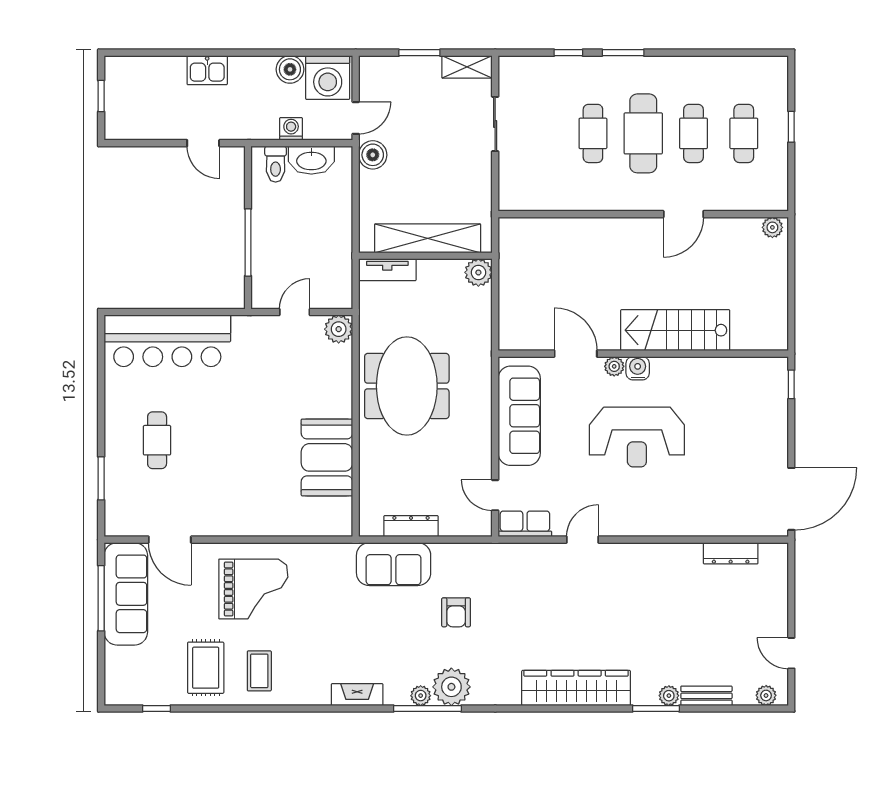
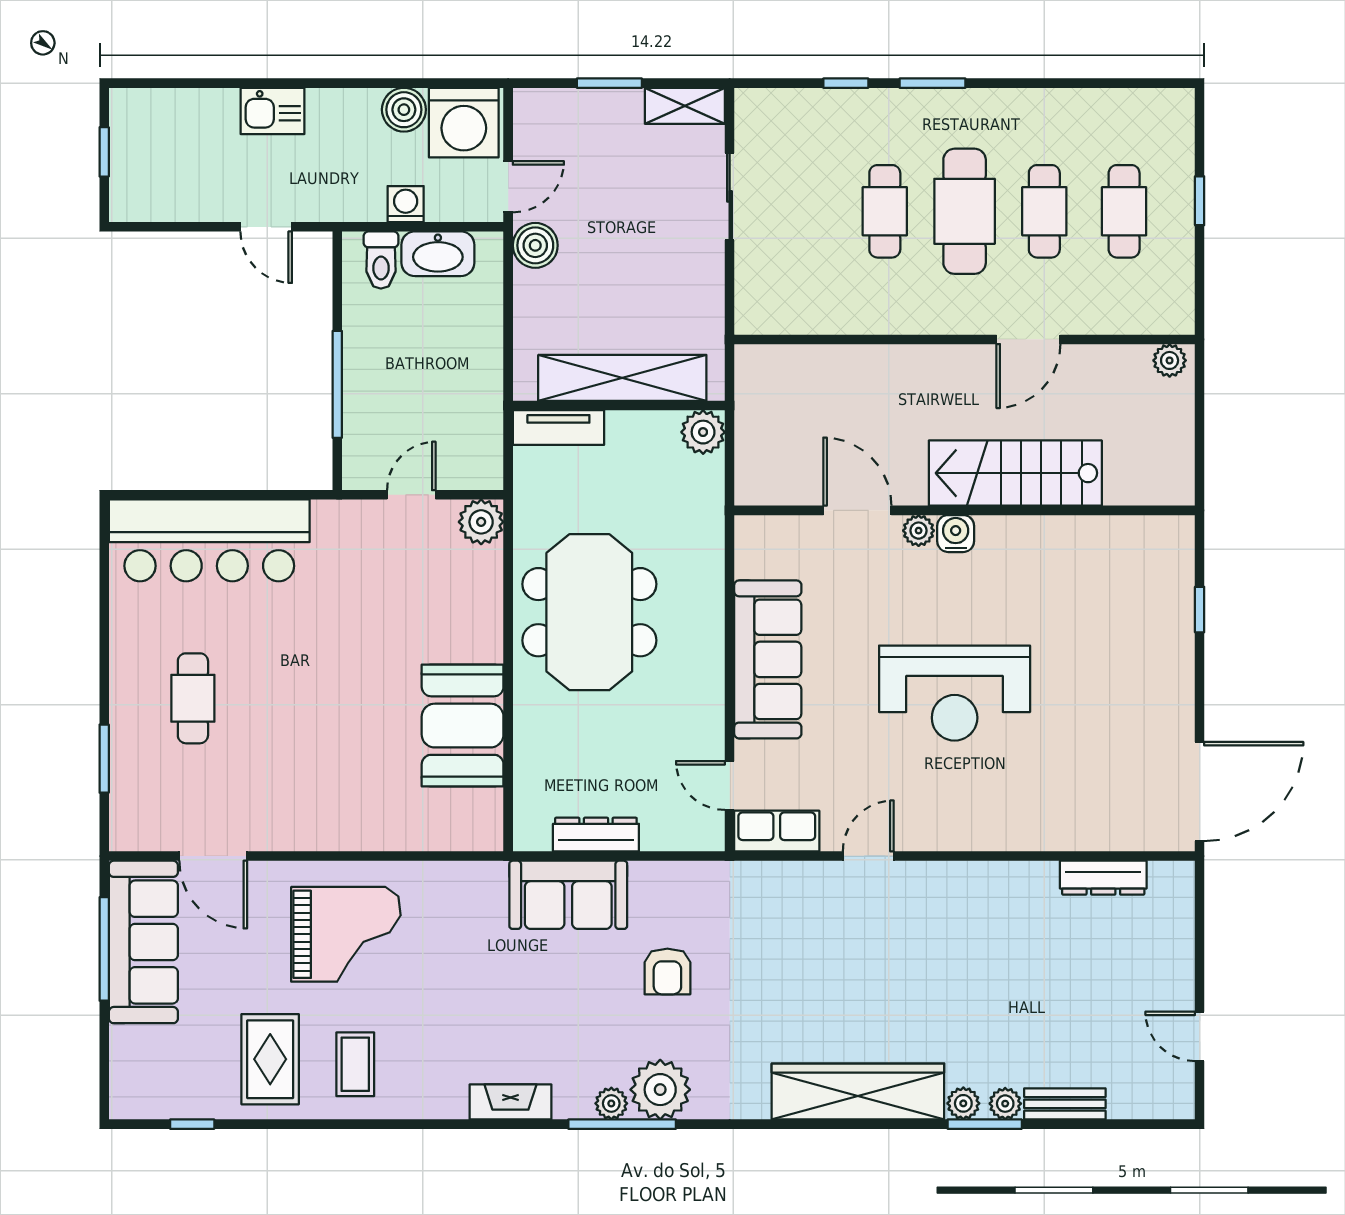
stairs: (675, 330) -> (1015, 473), moved
door: (576, 354) -> (857, 510), moved
wall: (643, 354) -> (965, 510), moved
plant: (614, 366) -> (919, 531), moved
water cooler: (638, 368) -> (956, 534), moved
plant: (766, 695) -> (963, 1103), moved

